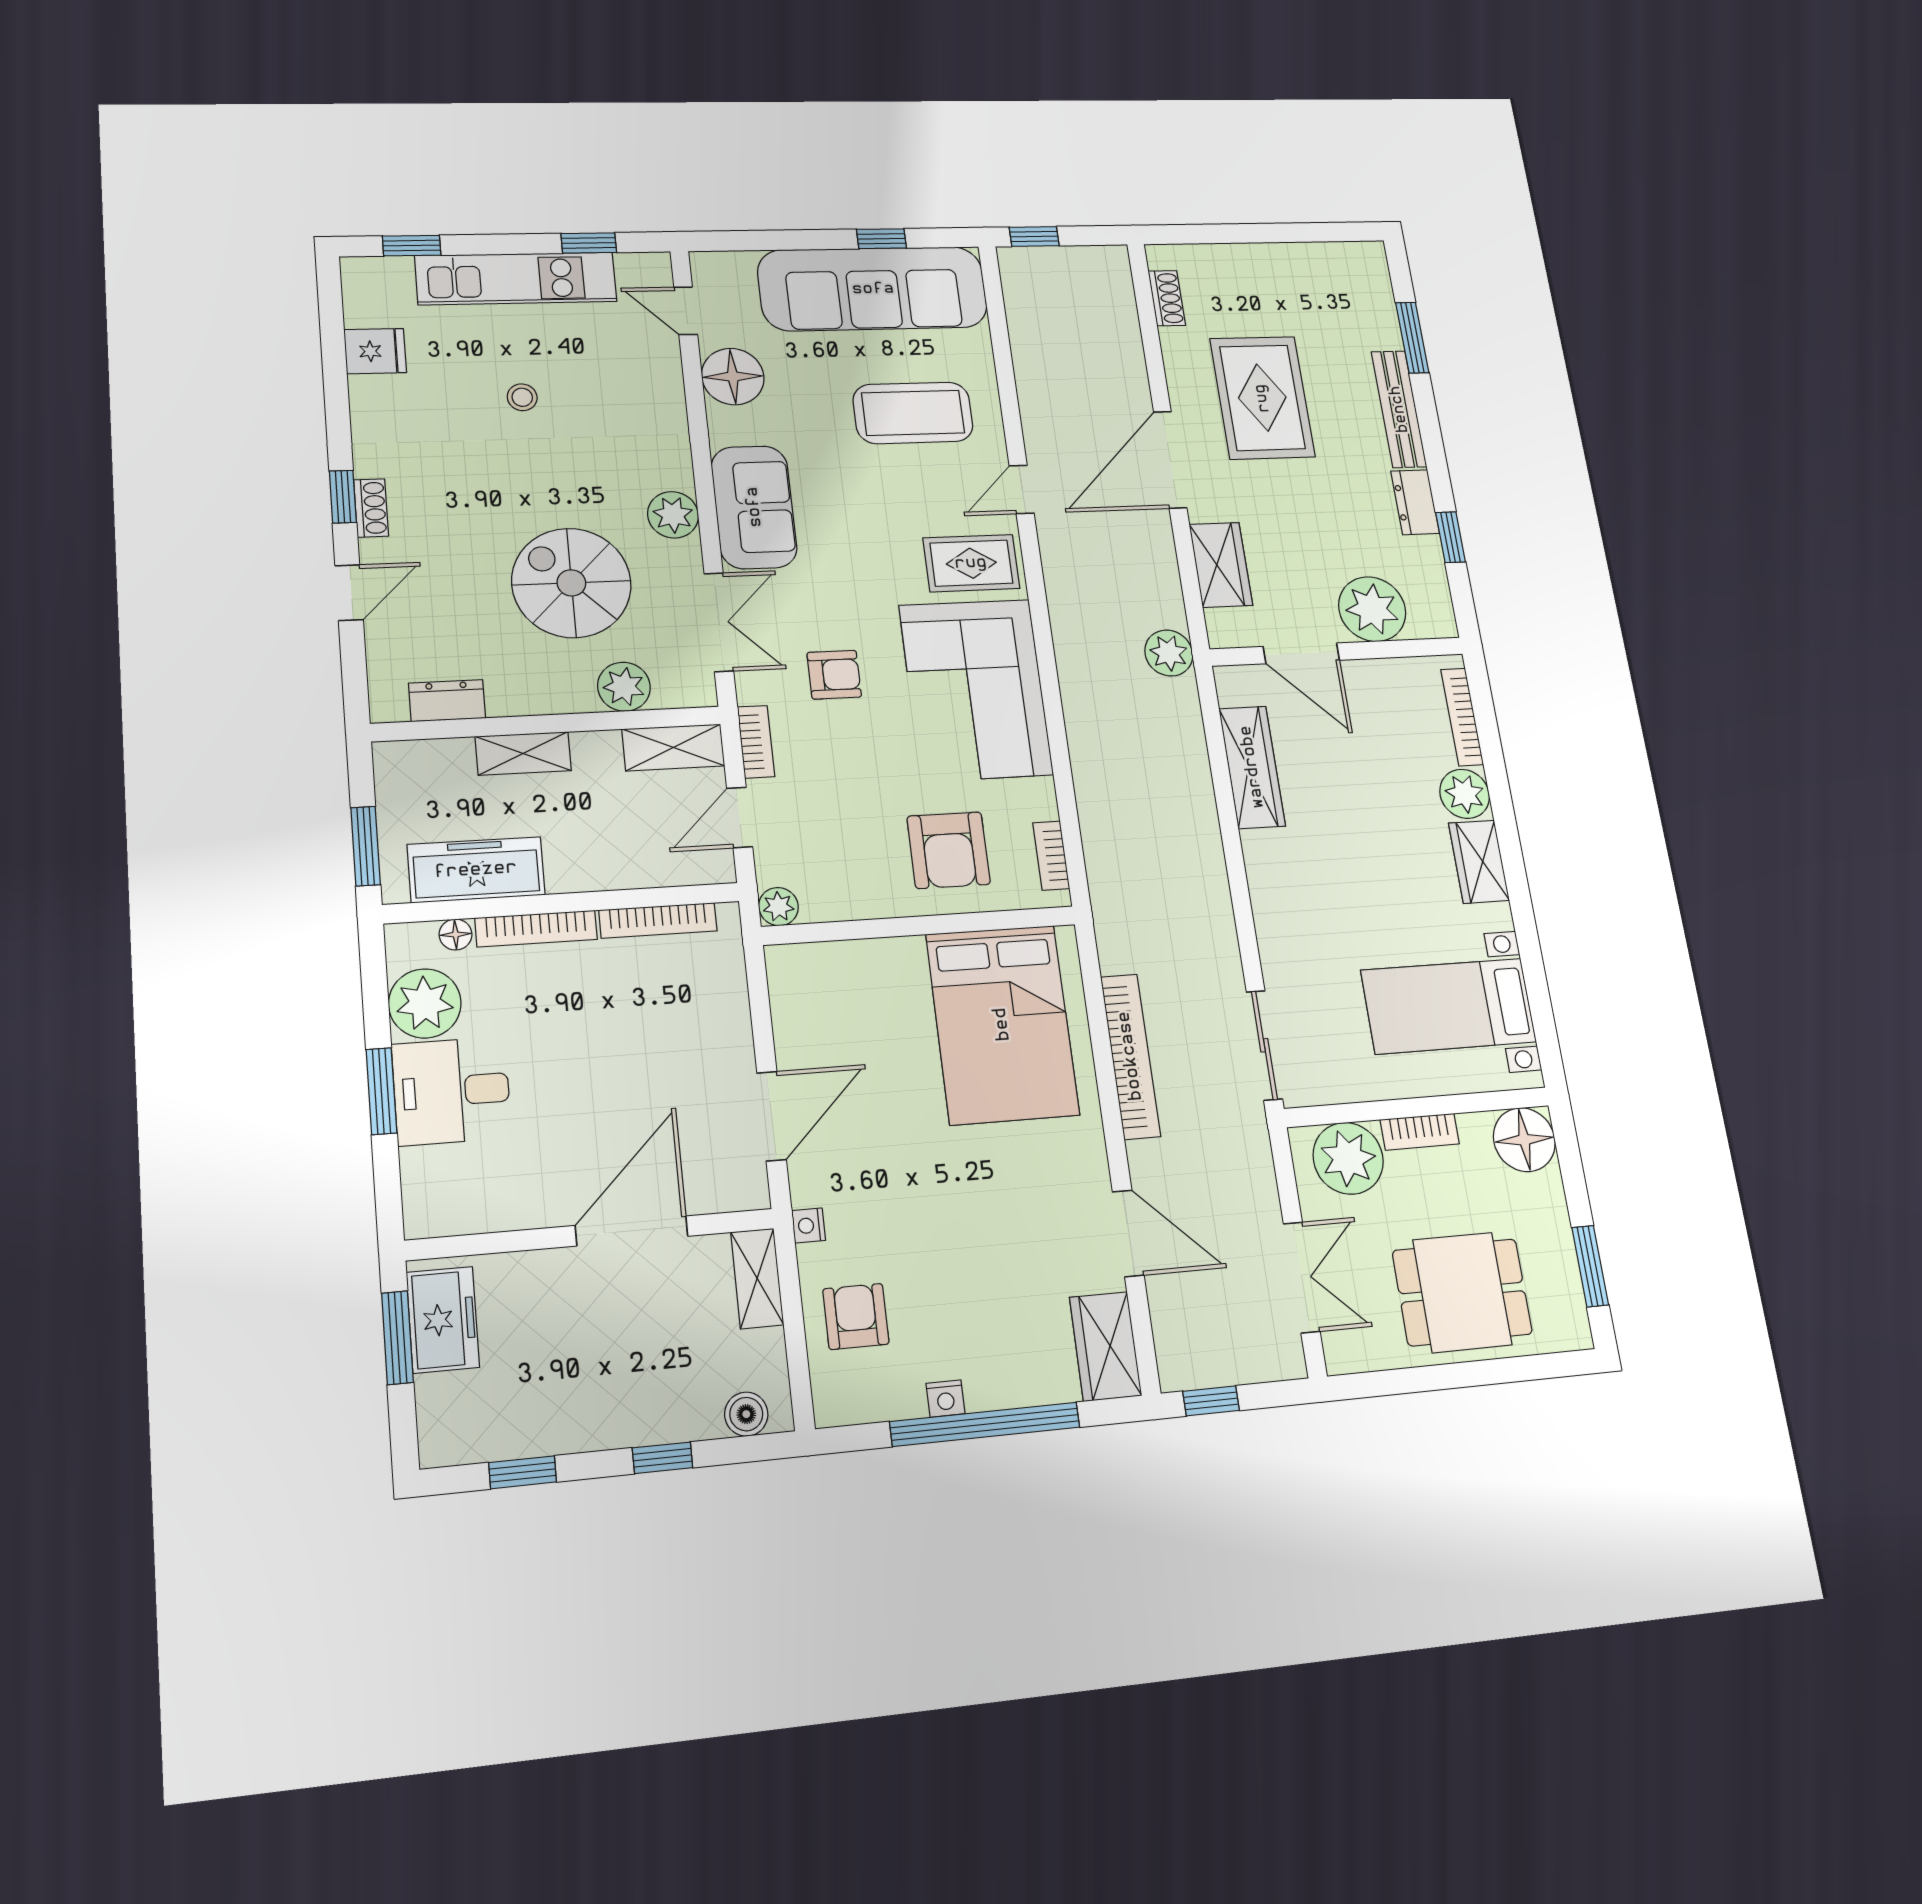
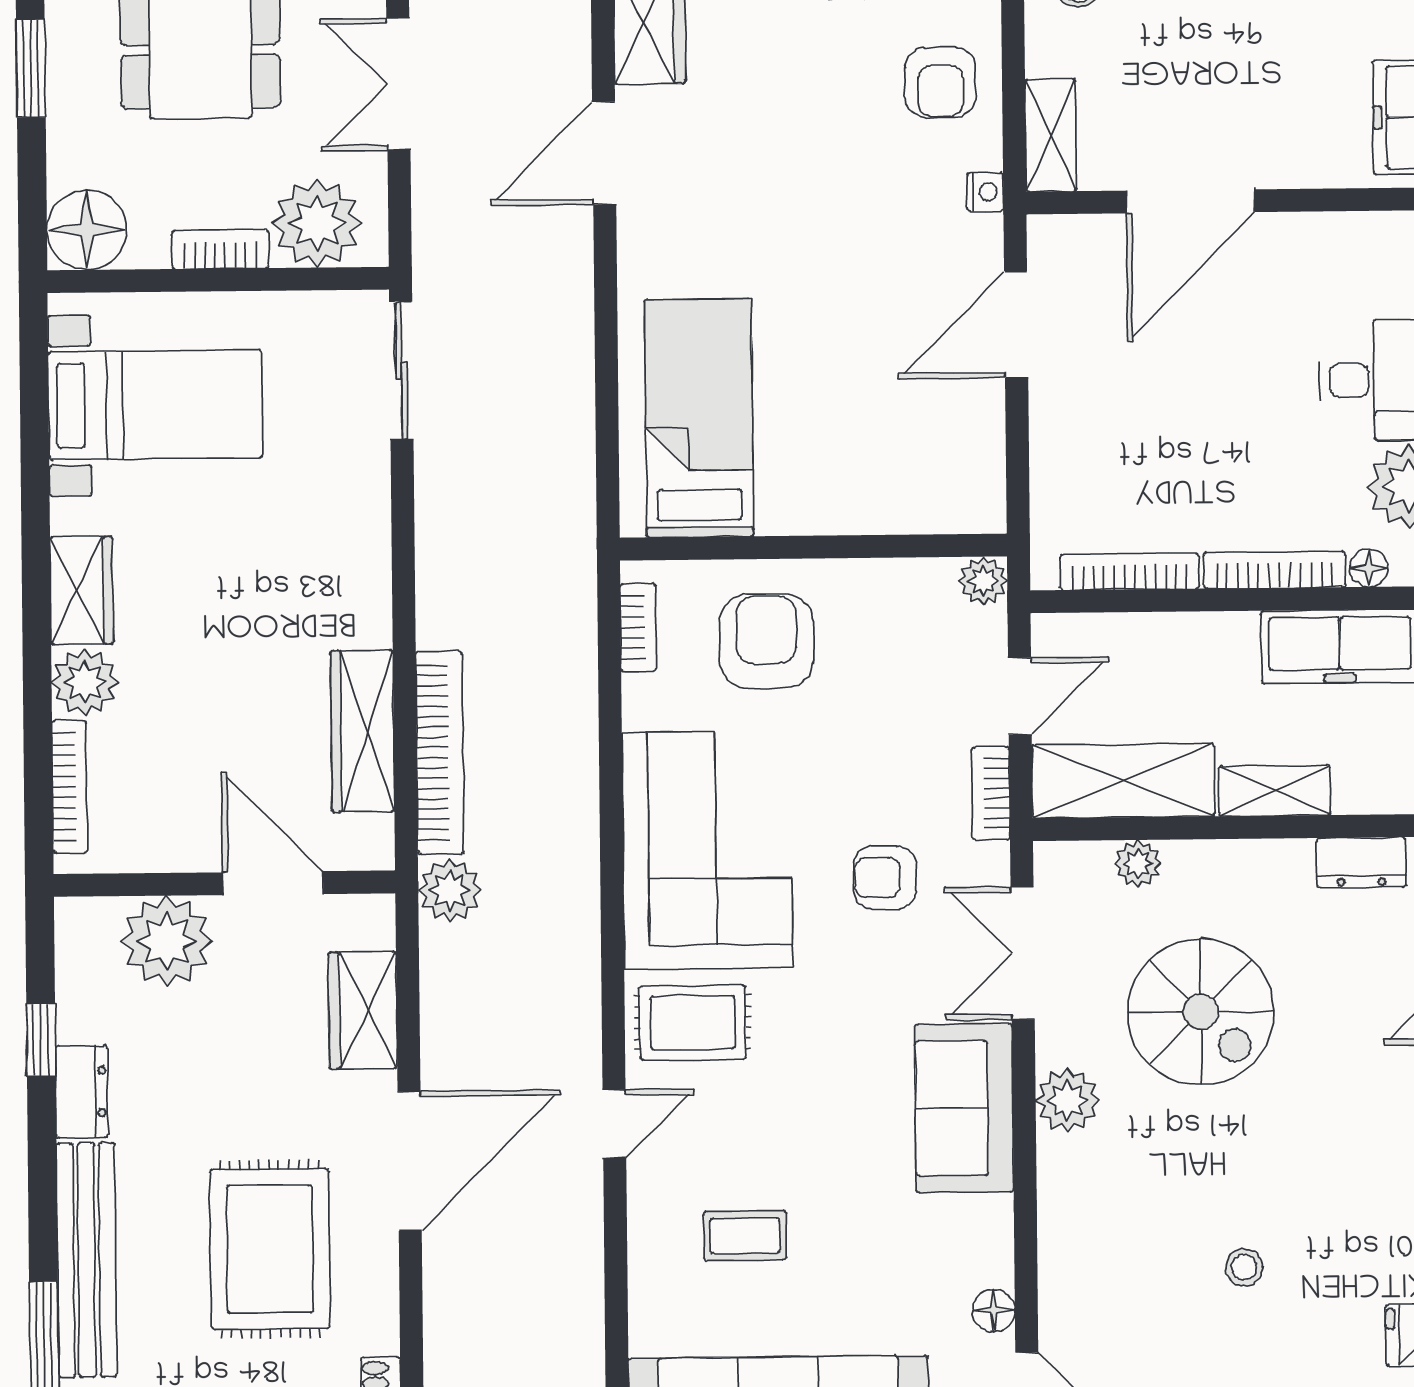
floor lamp: (733, 377) -> (994, 1311), width x0.53, depth x0.53
bench: (1399, 409) -> (87, 1260), width x1.37, depth x1.21
coffee table: (913, 413) -> (745, 1236), width x0.54, depth x0.58
plant: (624, 687) -> (1138, 863), width x0.73, depth x0.73
shelving: (673, 747) -> (1123, 781), width x1.50, depth x1.33
bed: (1002, 1024) -> (699, 418), width x0.67
bookcase: (1130, 1056) -> (440, 753), moved, turned 180
door: (1128, 1233) -> (604, 153), hinge flipped

